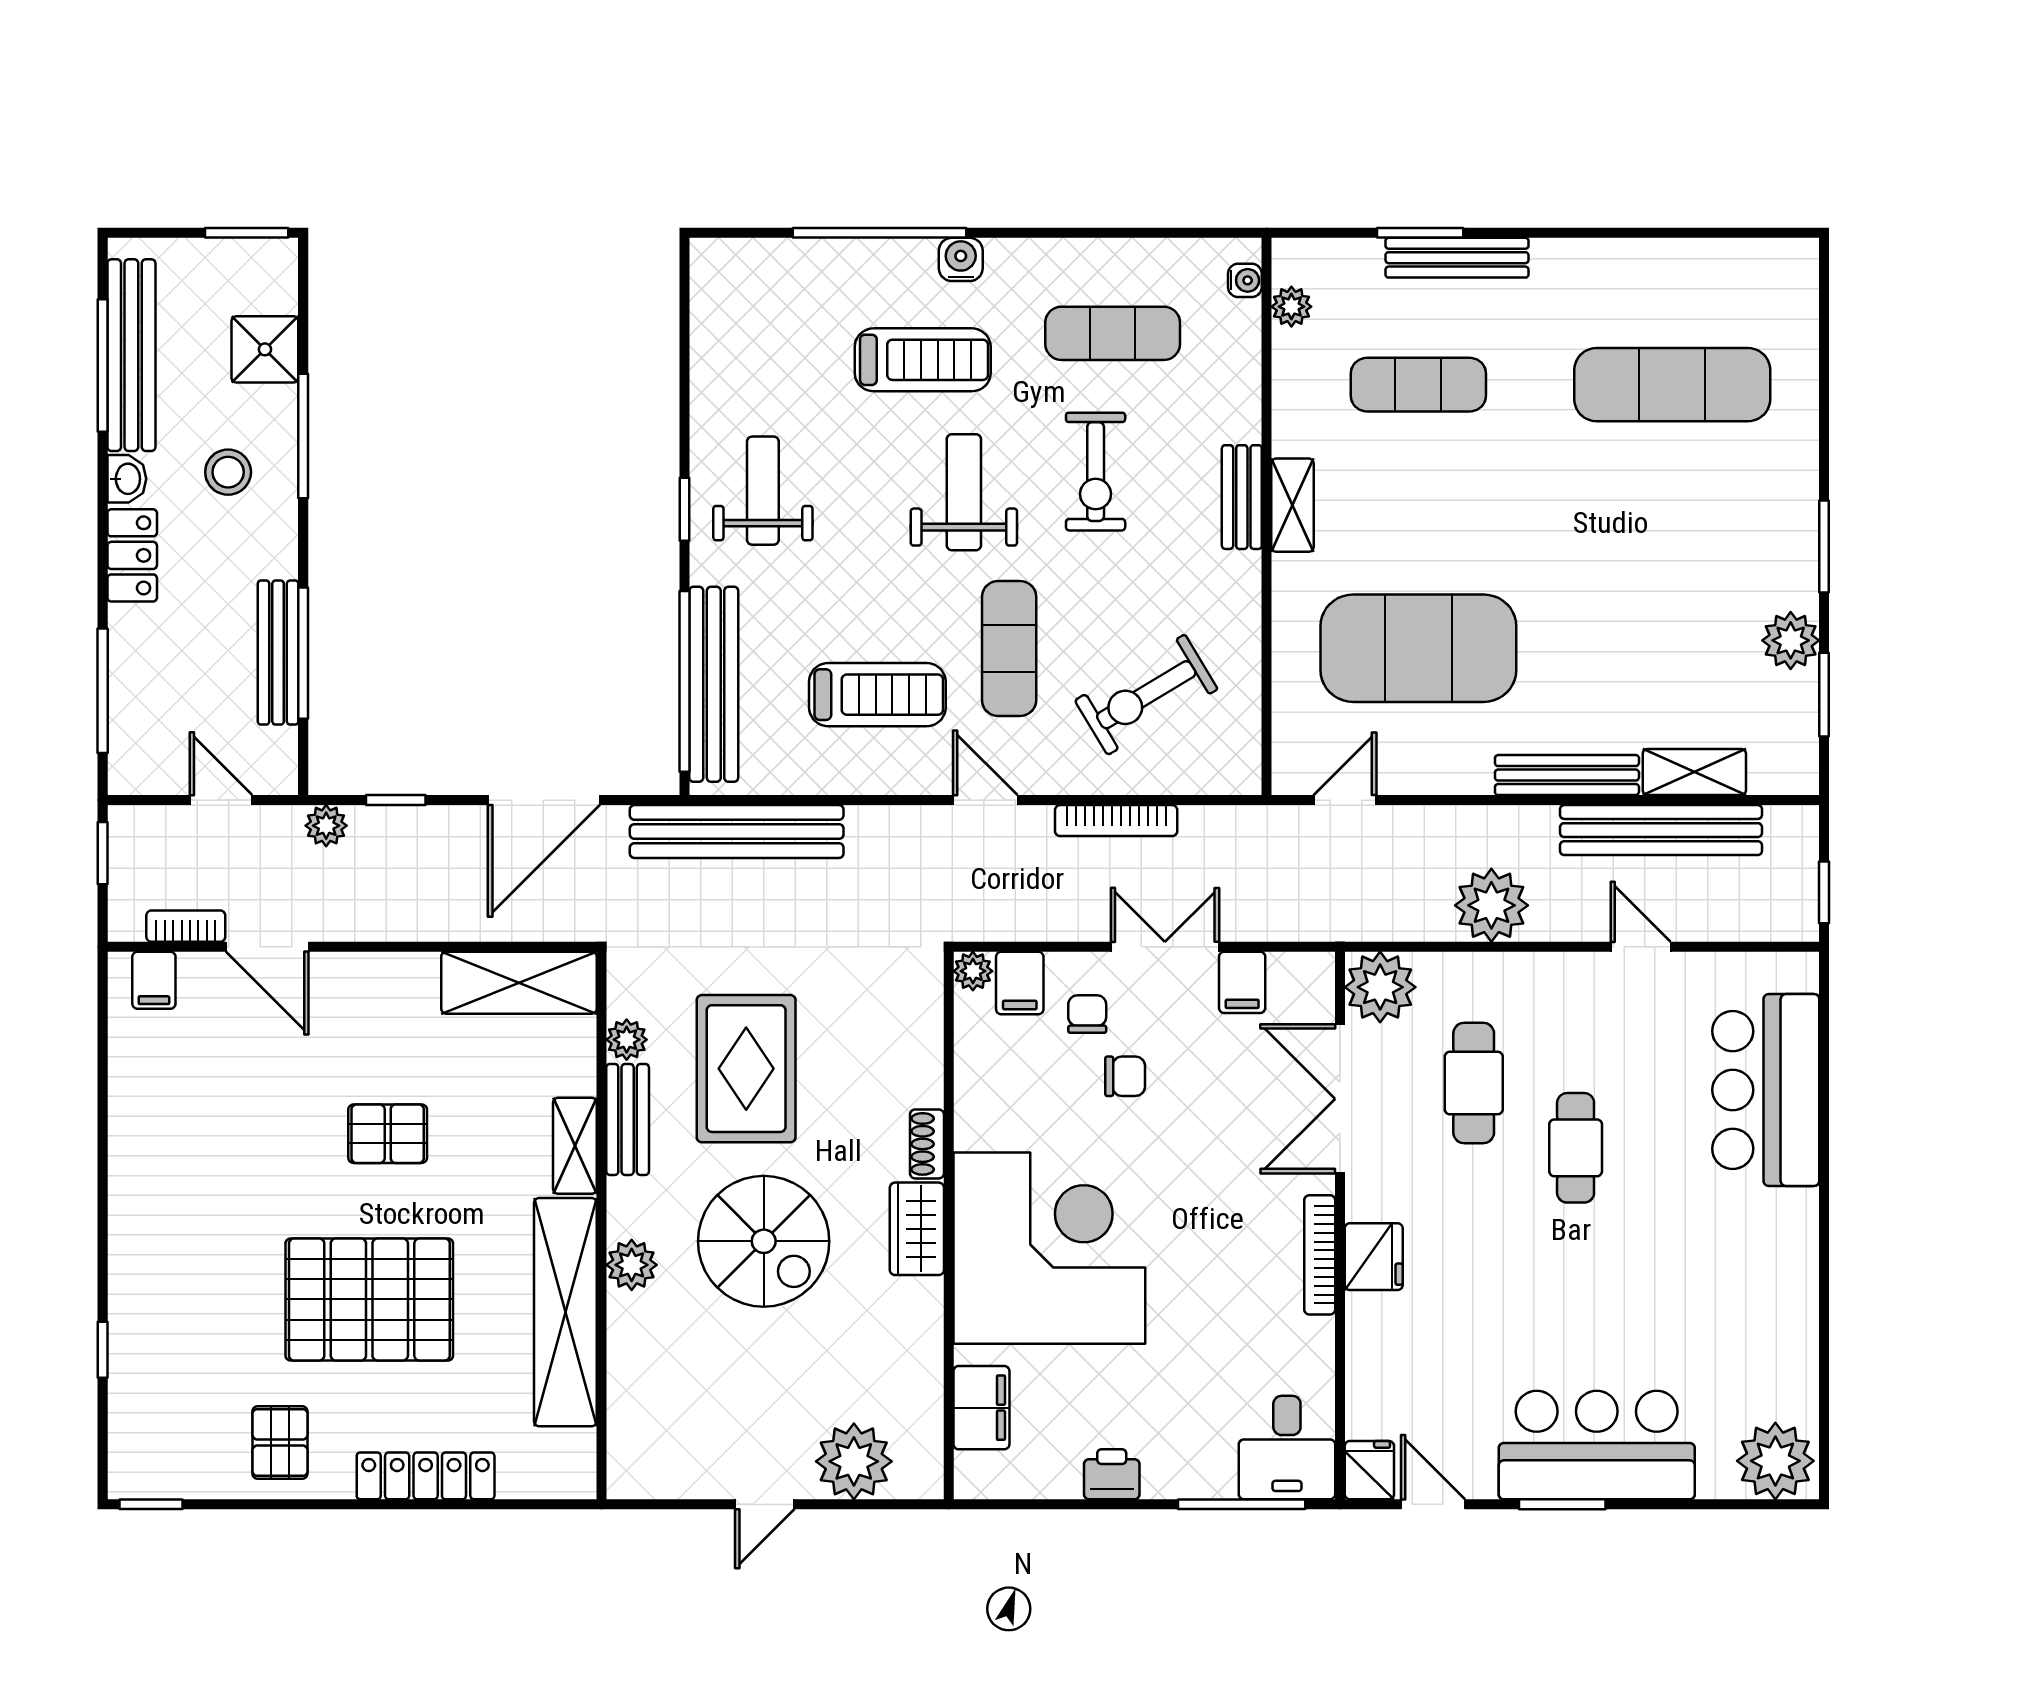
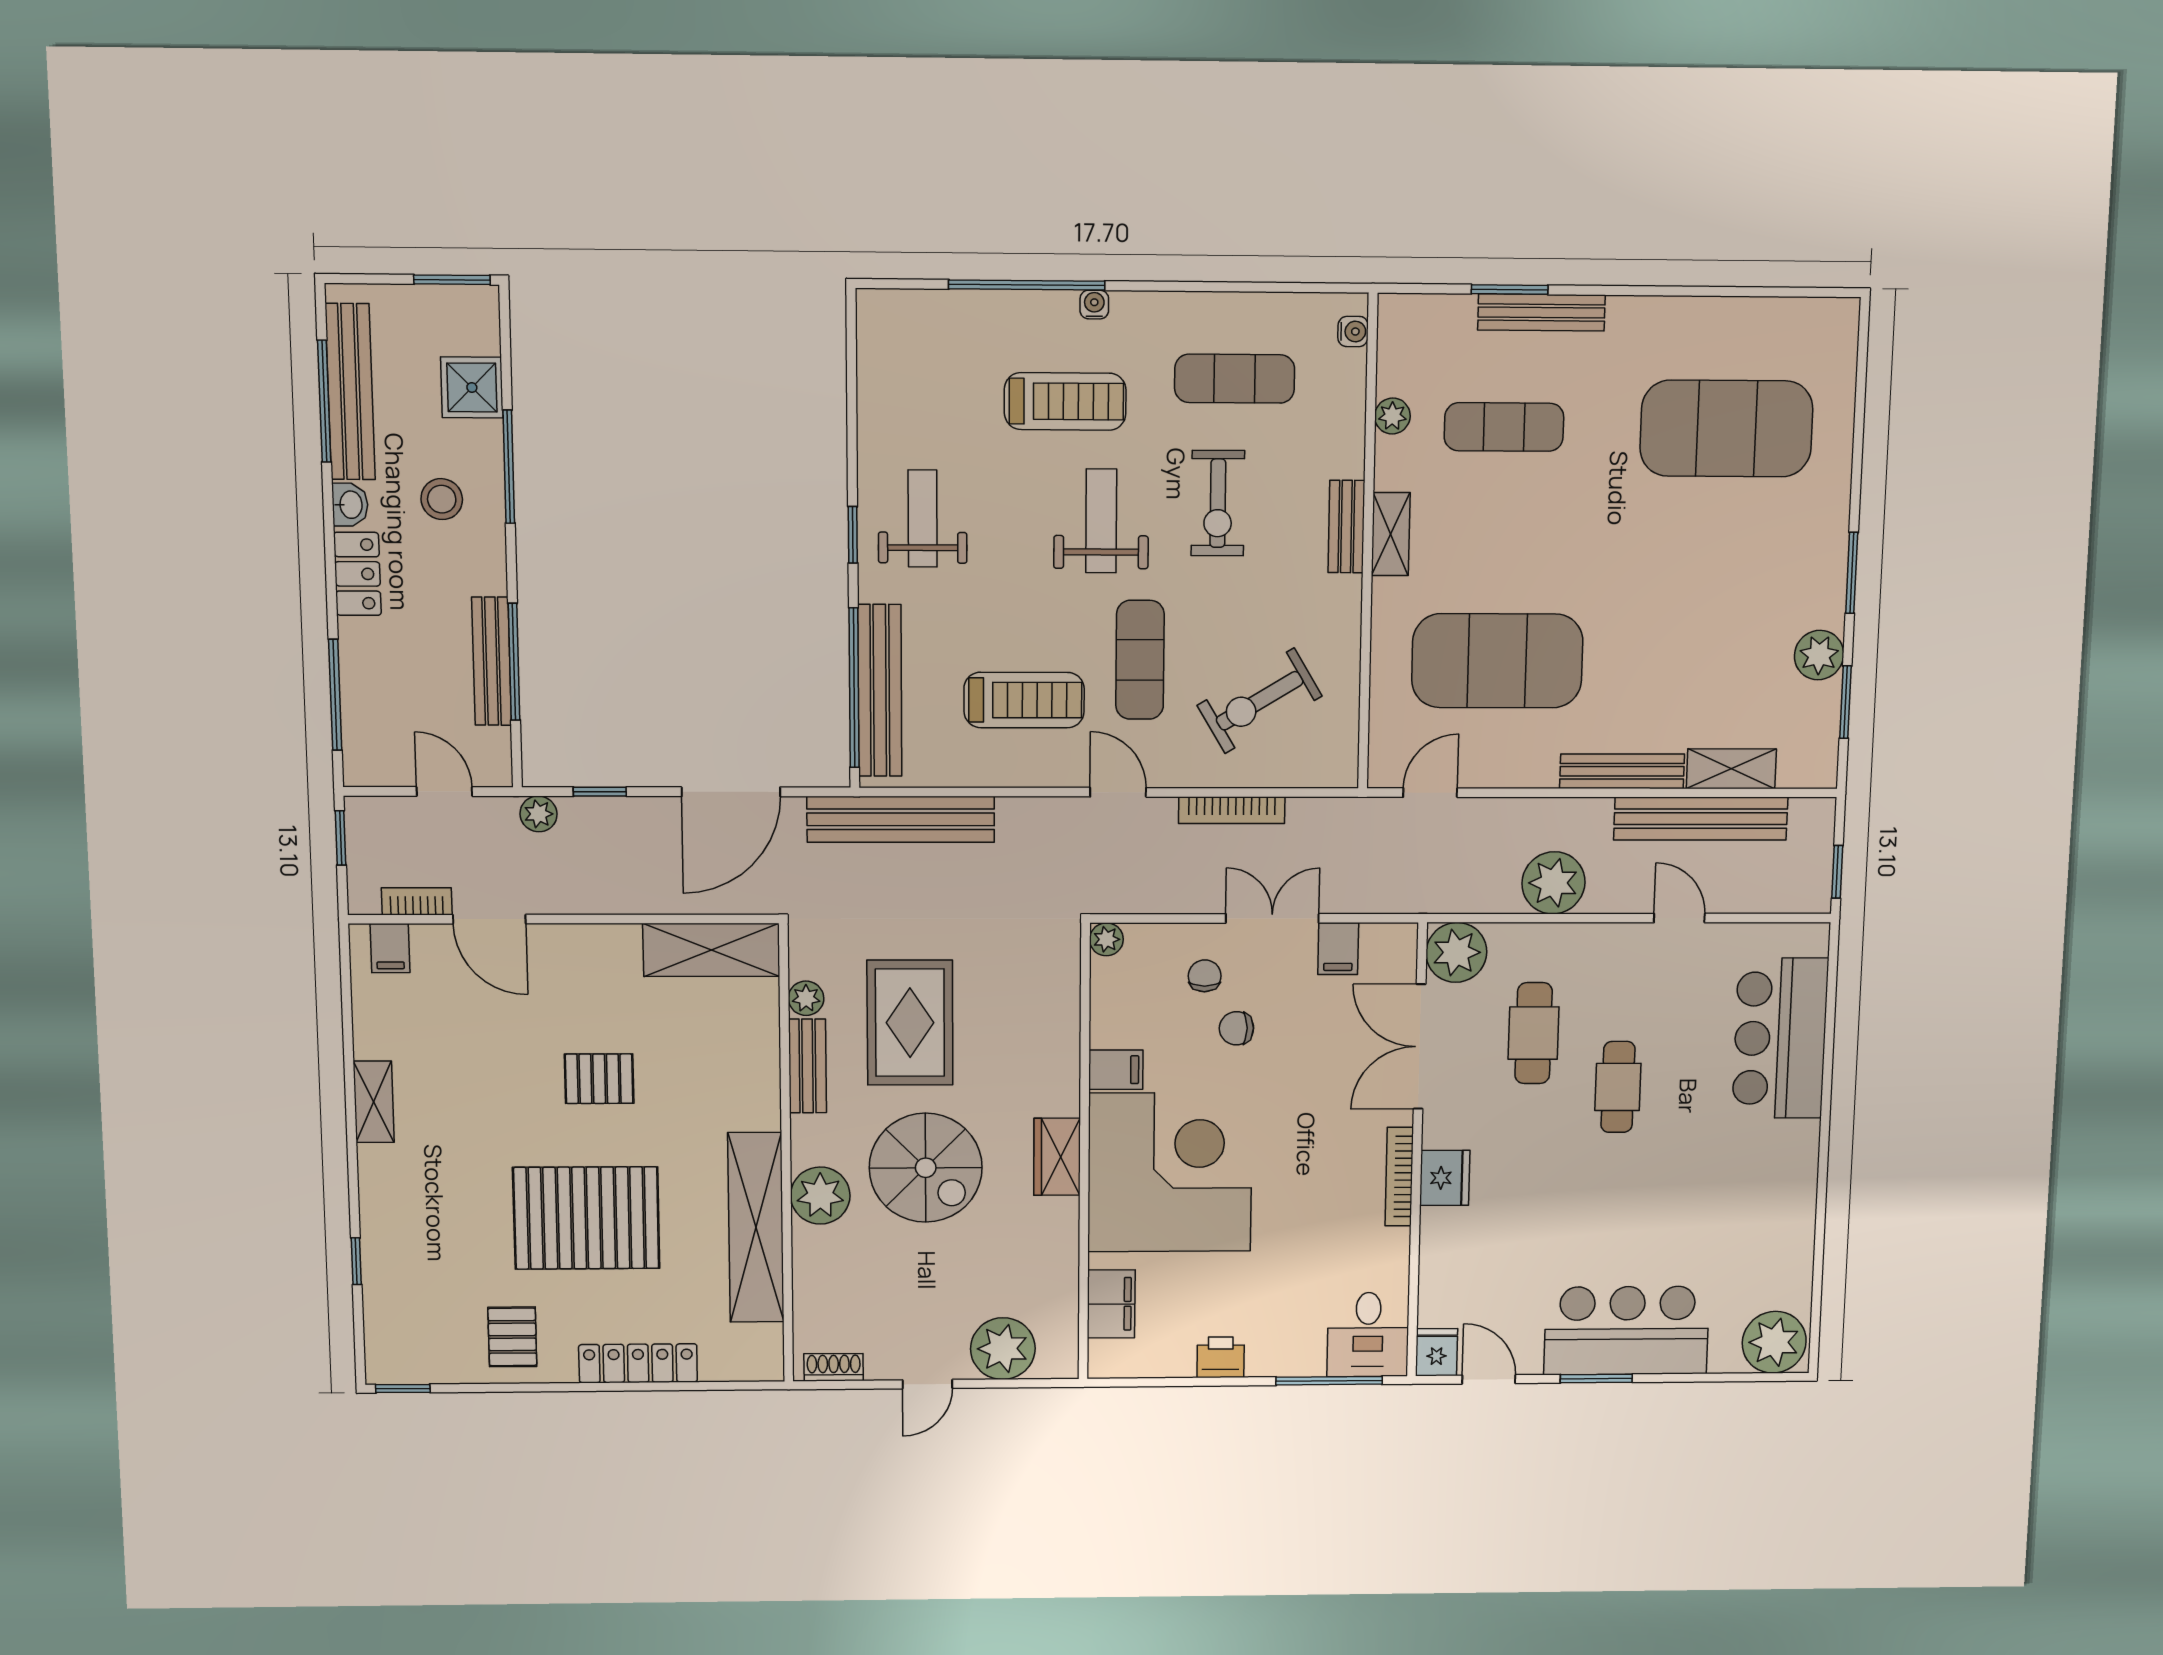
water cooler: (961, 259) -> (1094, 305), width x0.72, depth x0.72
plant: (1291, 307) -> (1392, 416), moved
exercise mat: (1672, 385) -> (1726, 429), width x1.47
filing cabinet: (1020, 983) -> (1116, 1070), moved, turned -90
chair: (1125, 1076) -> (1236, 1028), turned 180
shoe rack: (927, 1144) -> (834, 1367), moved, turned 90
shelving: (575, 1146) -> (374, 1102), moved
plant: (632, 1265) -> (820, 1196), width x1.36, depth x1.36

